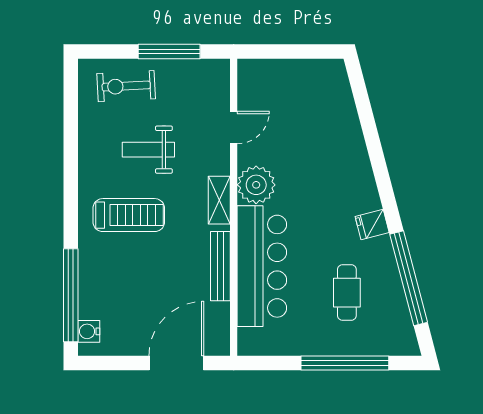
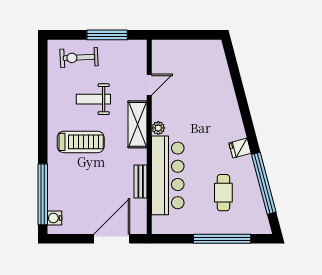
plant: (256, 185) -> (158, 128), width x0.53, depth x0.53
shelving: (219, 200) -> (138, 124), width x1.50, depth x1.33
bench: (220, 266) -> (141, 181), width x0.73

